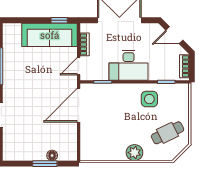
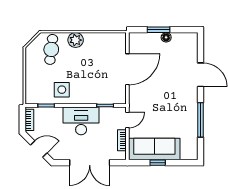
window: (59, 20) -> (158, 163), moved
door: (79, 105) -> (127, 69), moved
cafe table: (168, 133) -> (51, 49), moved, turned -57
floor lamp: (52, 155) -> (166, 37), moved

